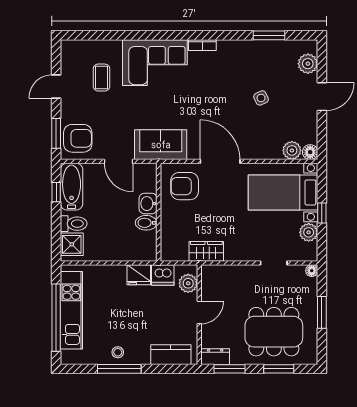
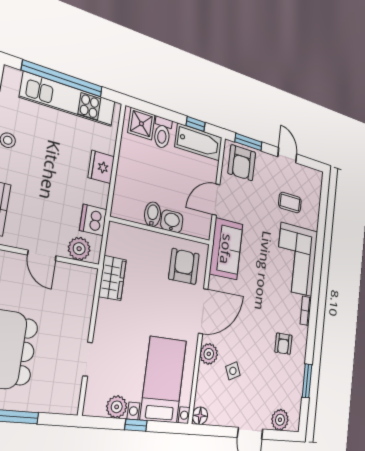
armchair: (237, 68) -> (283, 344), added
side table: (261, 98) -> (233, 371), moved
plant: (292, 150) -> (209, 354), moved
floor lamp: (312, 271) -> (72, 407), removed
fridge: (139, 275) -> (101, 167), moved

